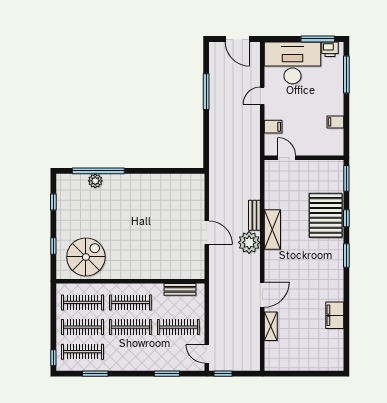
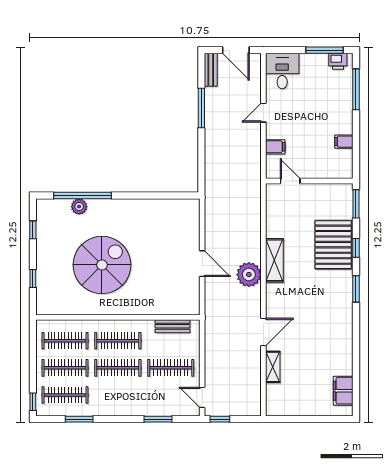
desk: (293, 63) -> (282, 71), width x0.53, depth x0.77
bench: (254, 215) -> (211, 70), moved
spiral stairs: (86, 257) -> (102, 265), moved, width x1.37, depth x1.37
filing cabinet: (335, 315) -> (343, 391), moved

